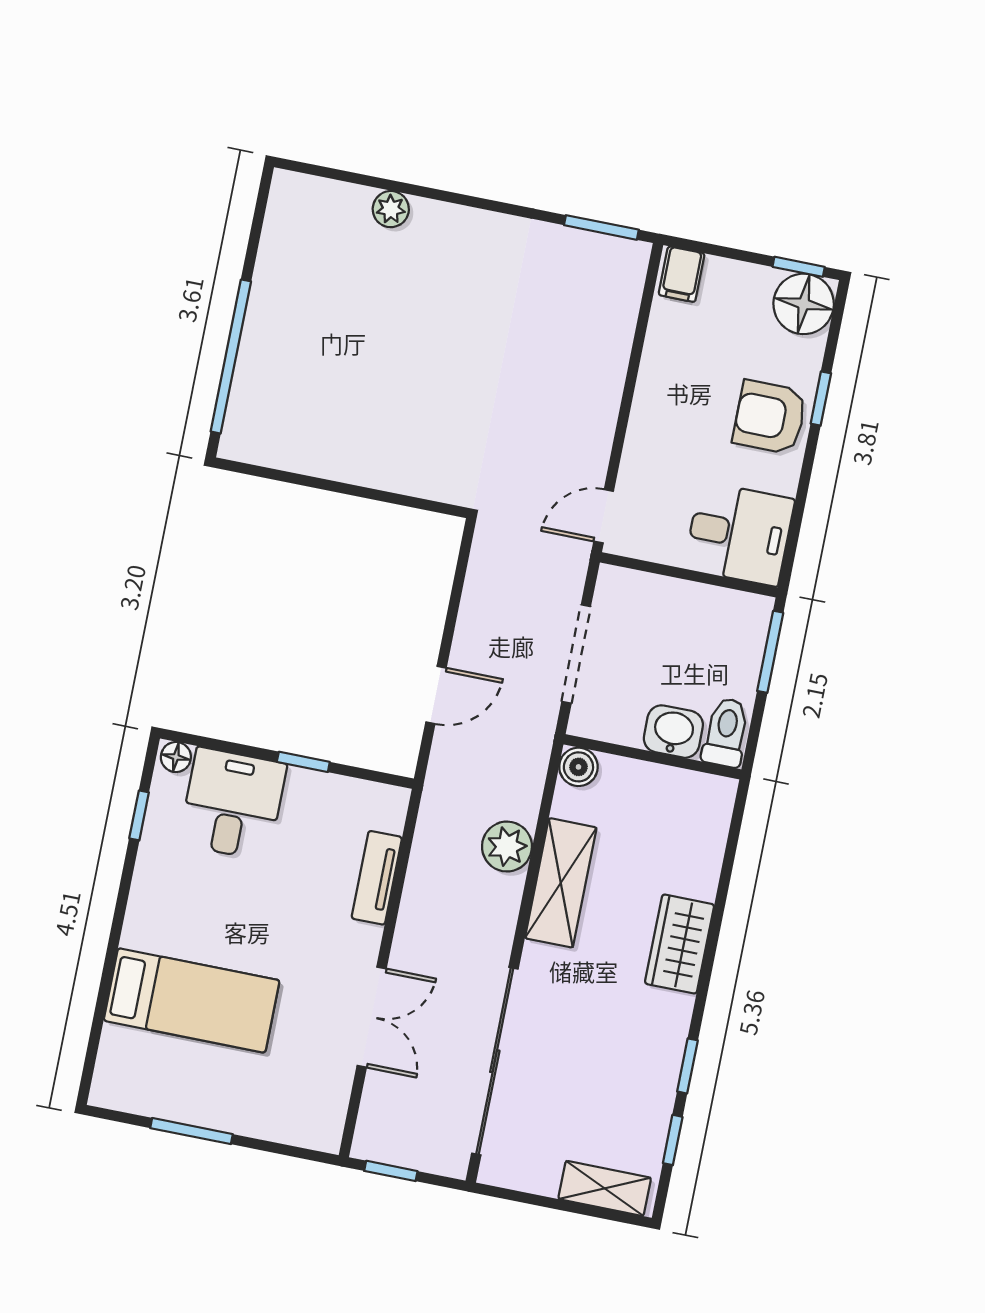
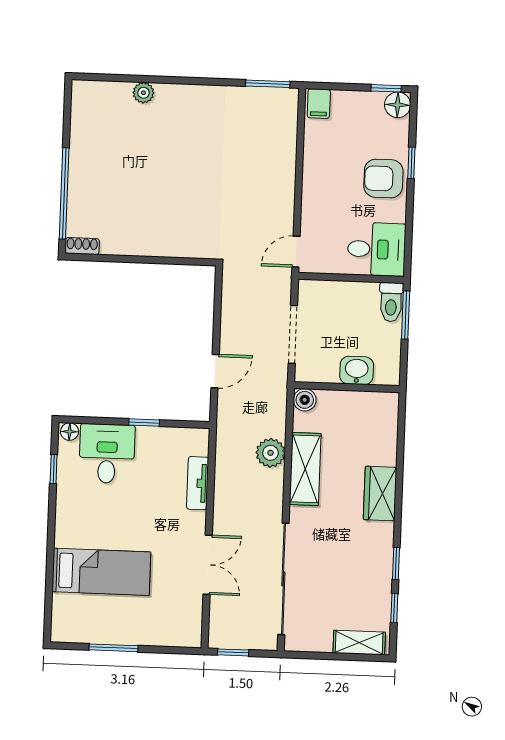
floor lamp: (804, 304) -> (398, 105), width x0.73, depth x0.73
shoe rack: (247, 449) -> (82, 246), added
toilet: (726, 732) -> (391, 302), moved, turned 180

